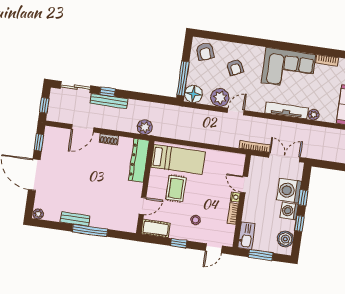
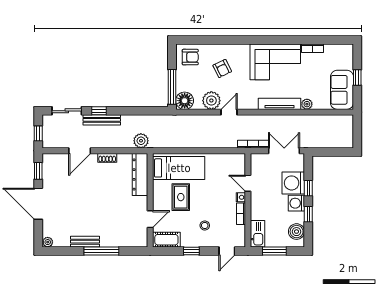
armchair: (205, 52) -> (190, 57), turned -70

